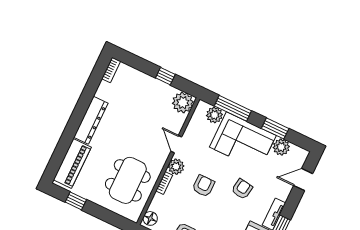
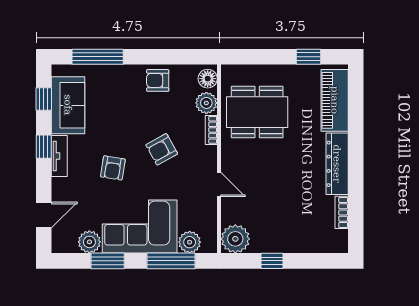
bookcase: (111, 70) -> (342, 212), moved
plant: (176, 167) -> (206, 103), moved
dining table: (128, 180) -> (257, 112), turned 90
armchair: (203, 186) -> (162, 149), turned 61

